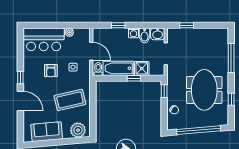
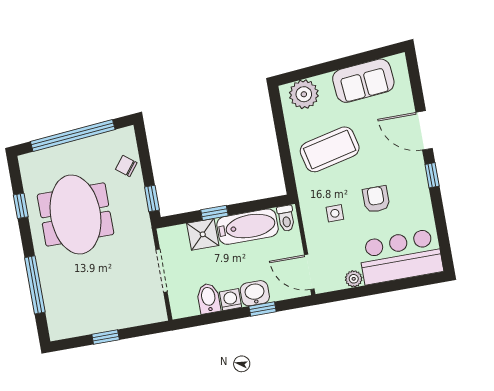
window: (187, 25) -> (106, 337), moved
washbasin: (158, 34) -> (255, 293), moved
door: (91, 51) -> (309, 272), moved

